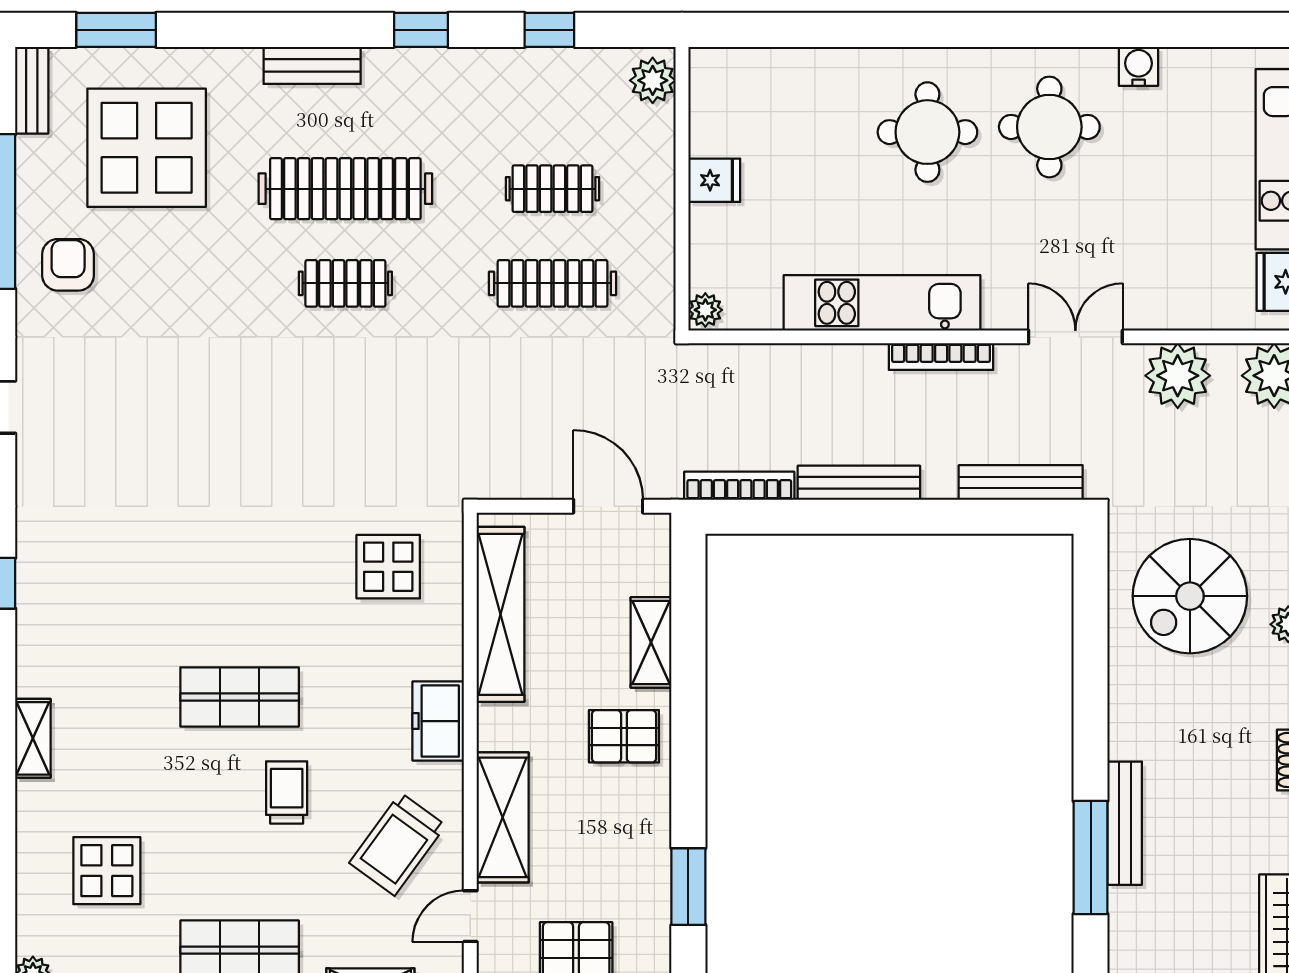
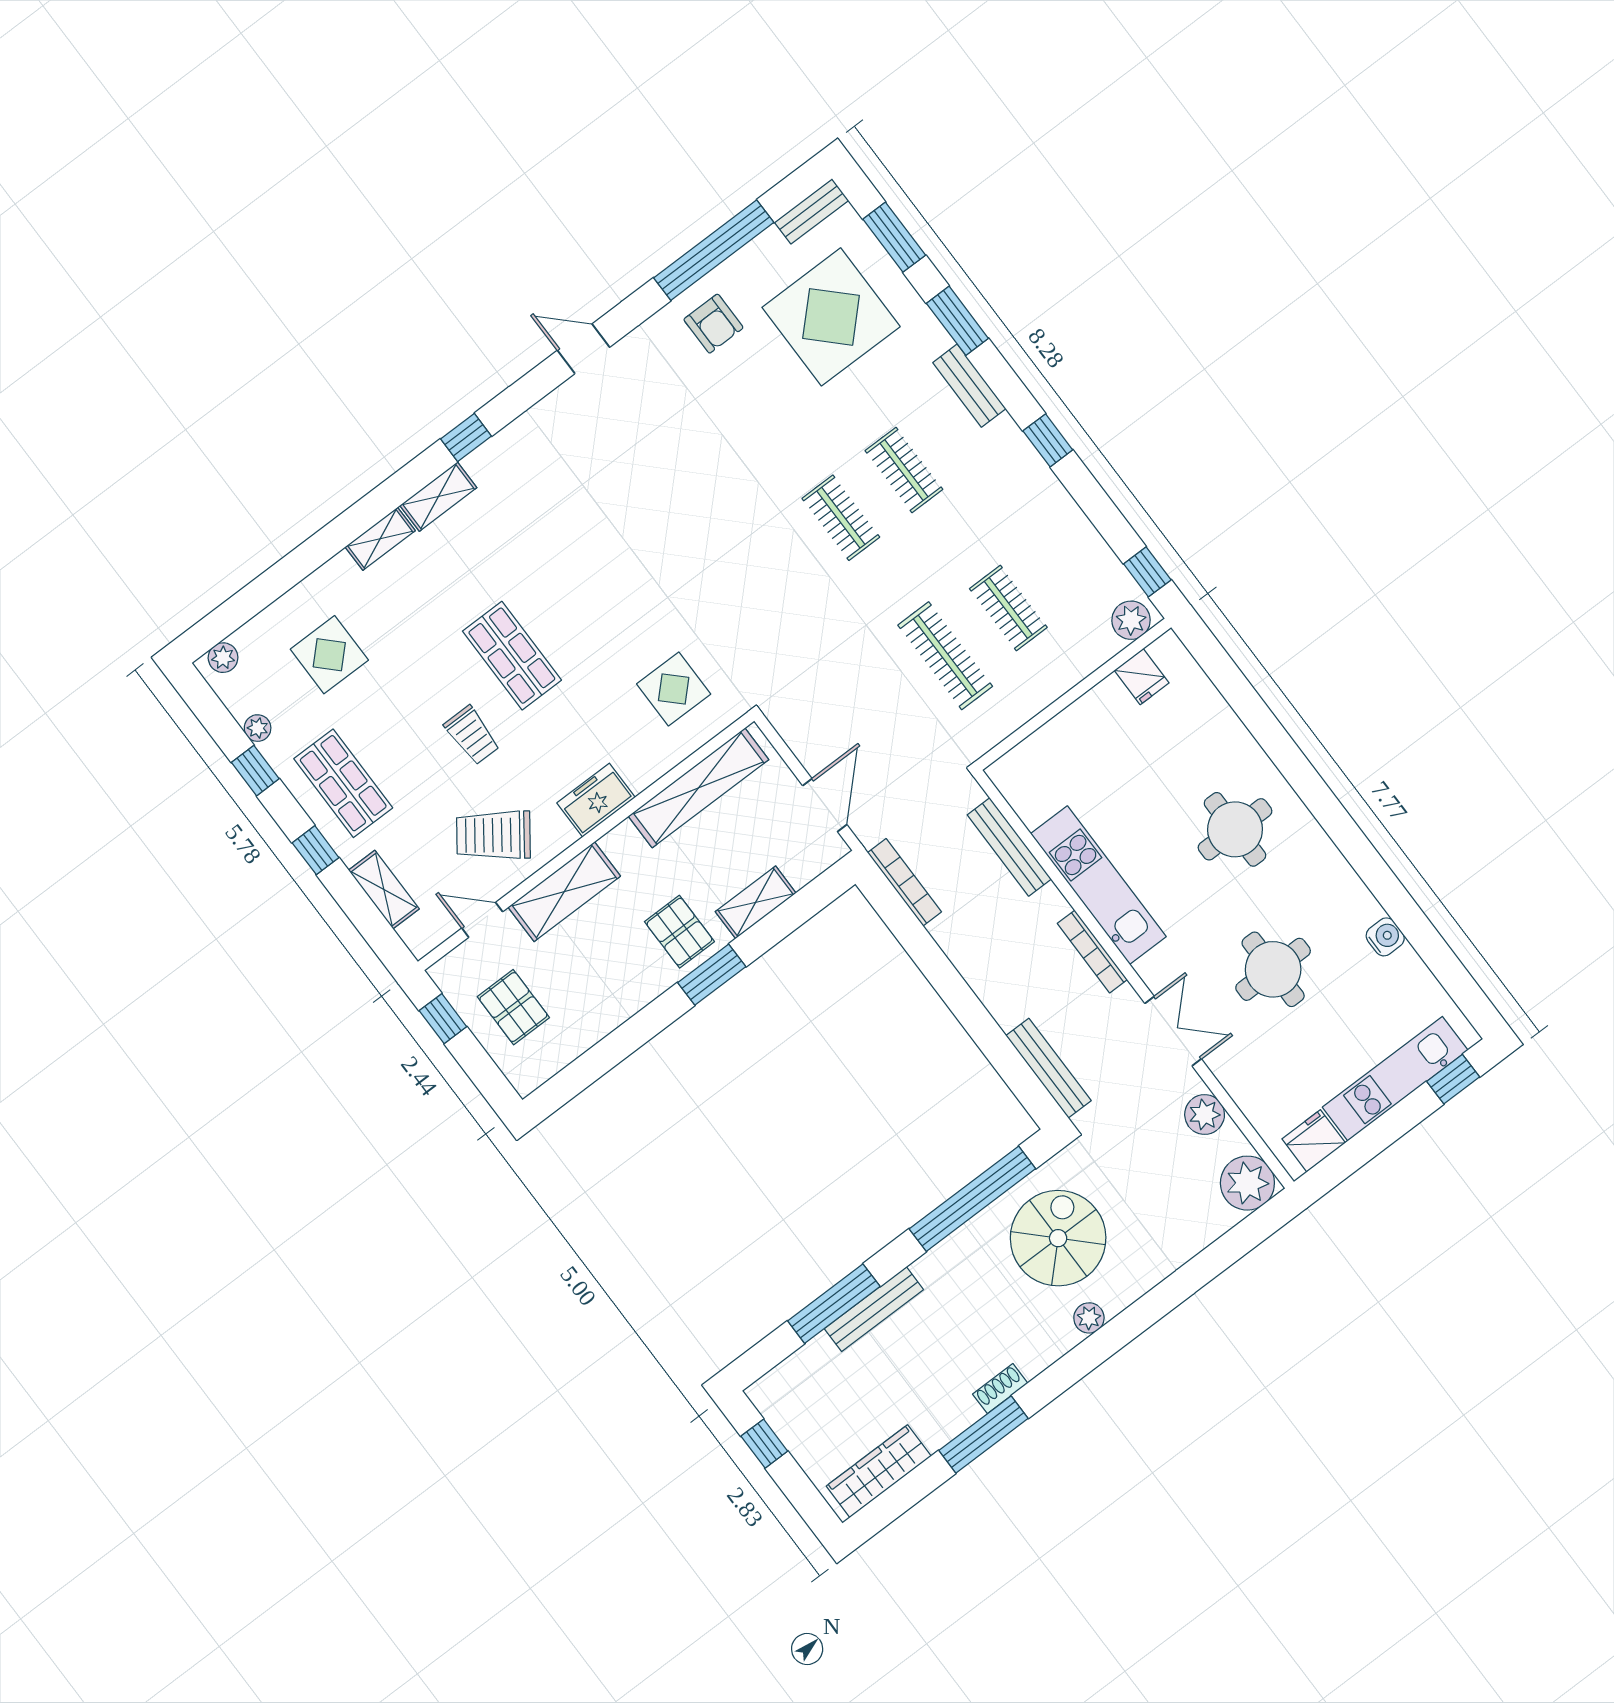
window: (242, 30) -> (957, 321), added
window: (549, 30) -> (1147, 572), moved
round table: (1049, 127) -> (1273, 969), moved
fridge: (714, 180) -> (1142, 677), moved
clothes rail: (345, 189) -> (904, 470), width x0.54, depth x0.76
armchair: (68, 265) -> (713, 324), turned 90
plant: (705, 310) -> (1005, 771), removed
plant: (1178, 376) -> (1205, 1115), width x0.73, depth x0.73
bench: (859, 483) -> (1009, 847), moved
spiral stairs: (1190, 596) -> (1058, 1238), turned 90
window: (1091, 649) -> (972, 1199), added
shelving: (35, 652) -> (438, 497), added
trolley: (287, 793) -> (472, 735), turned 90
window: (688, 887) -> (712, 975), moved

